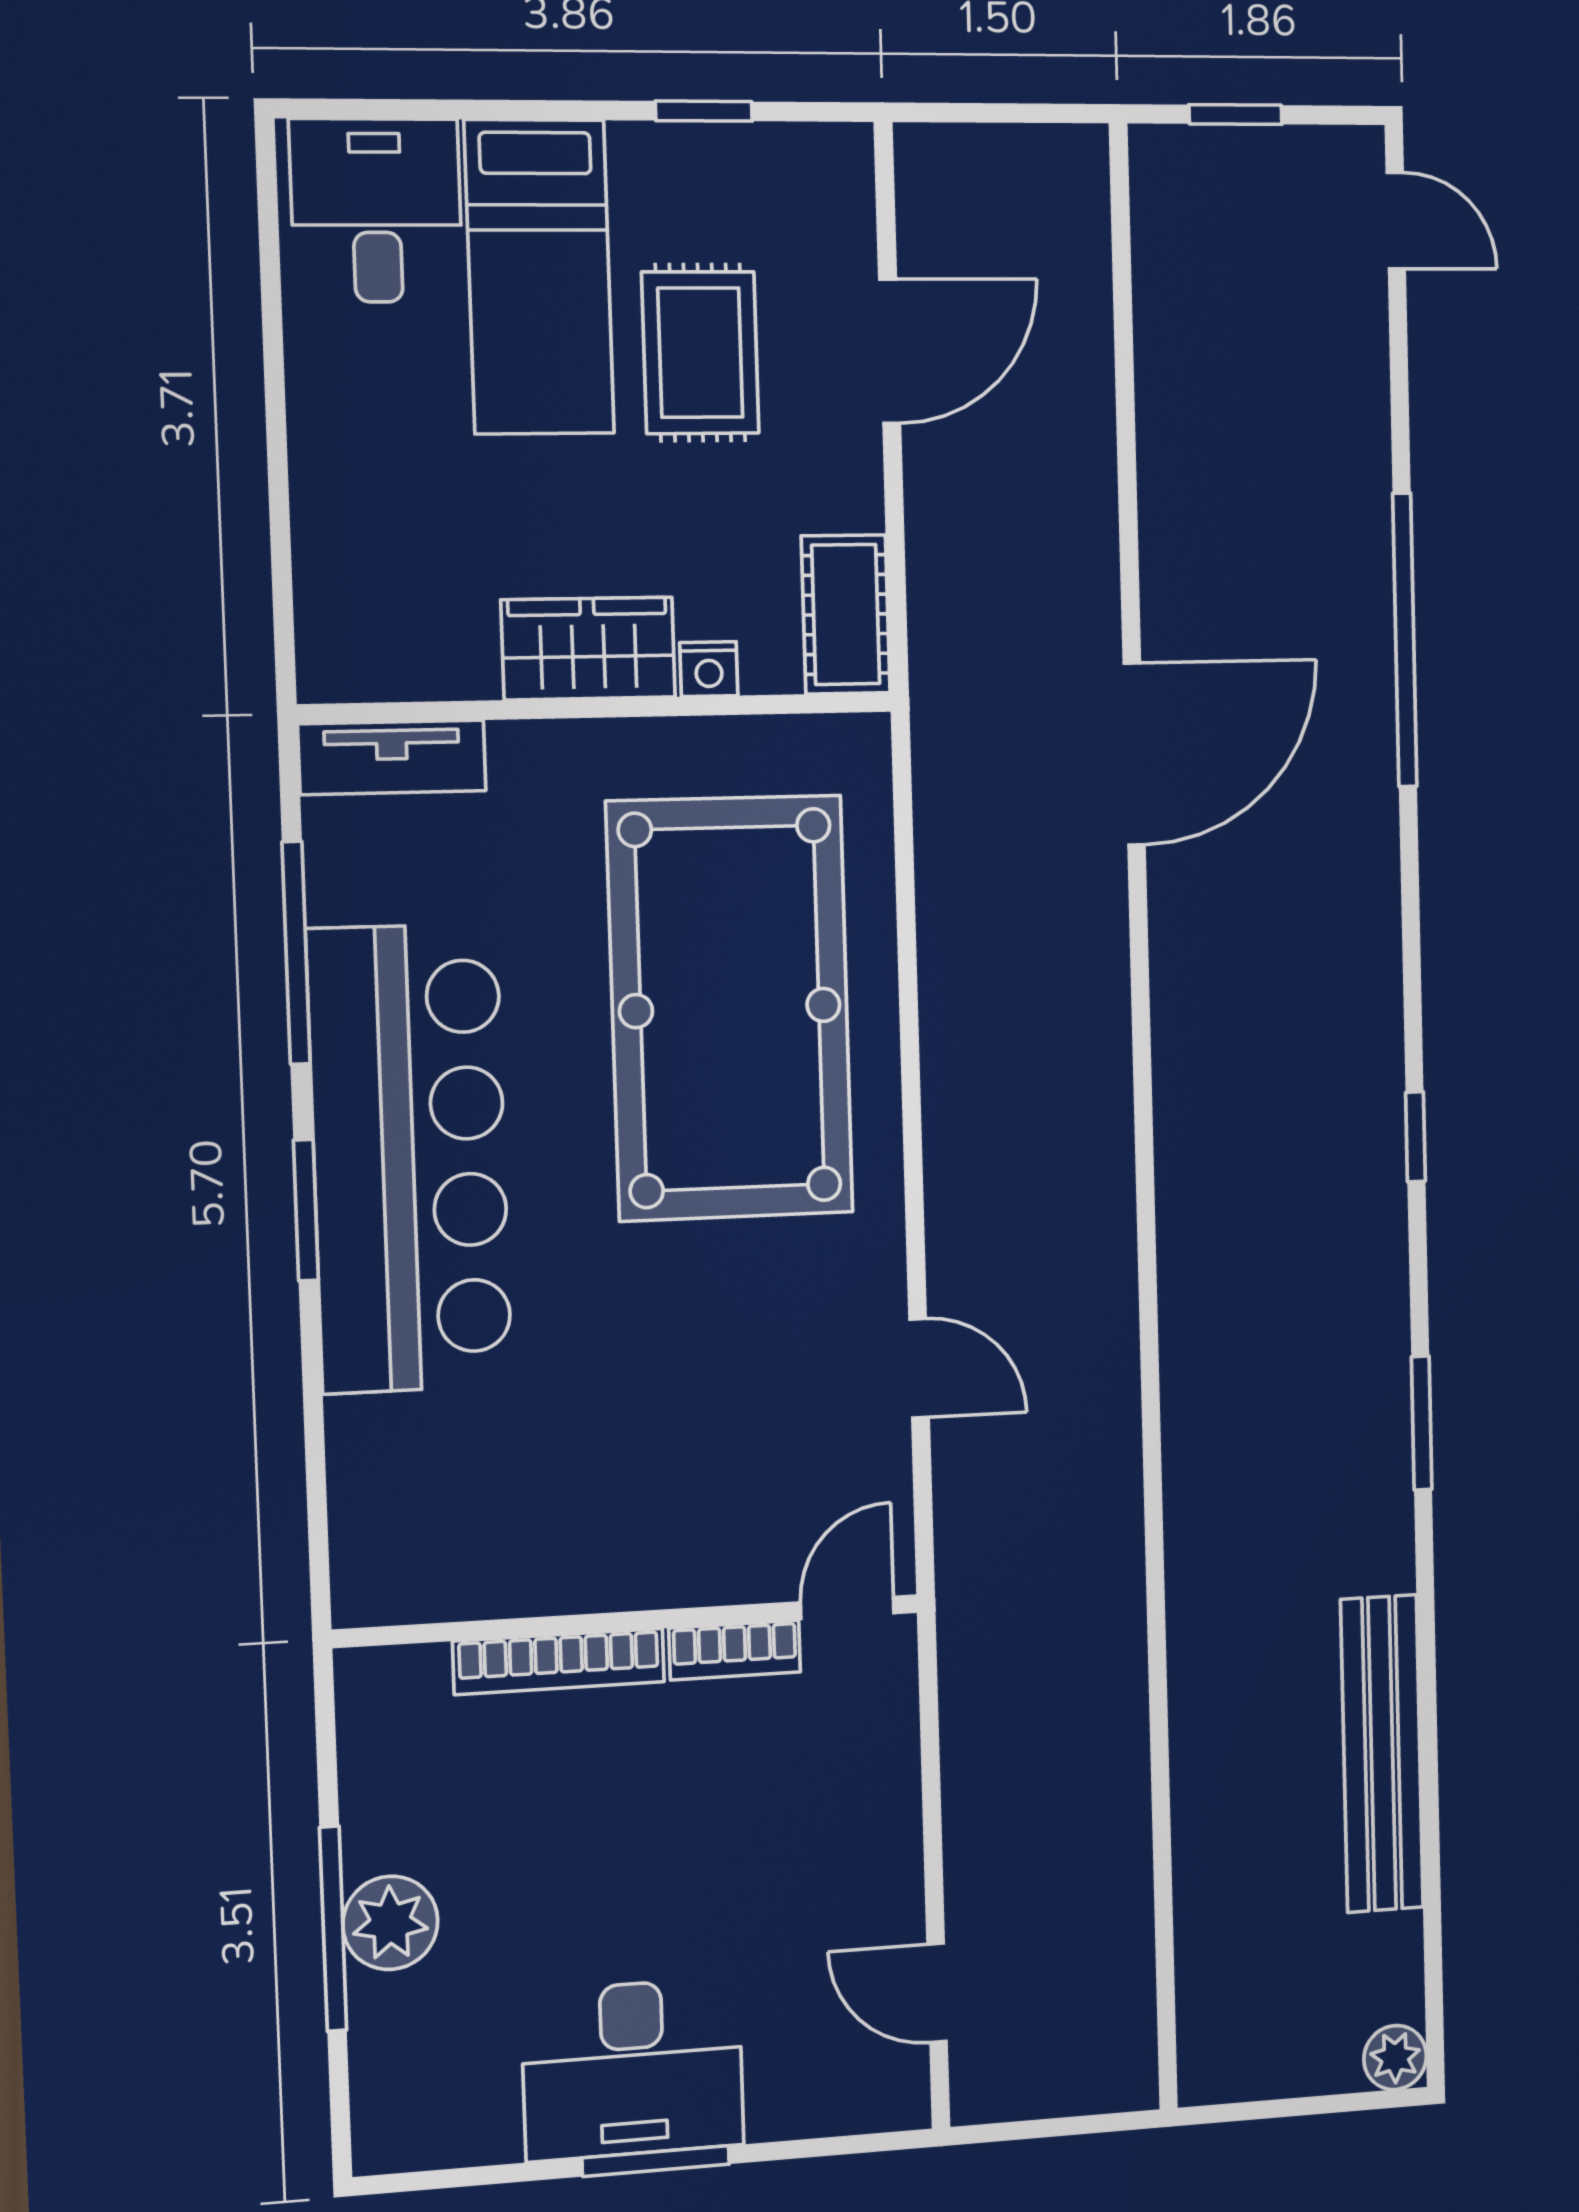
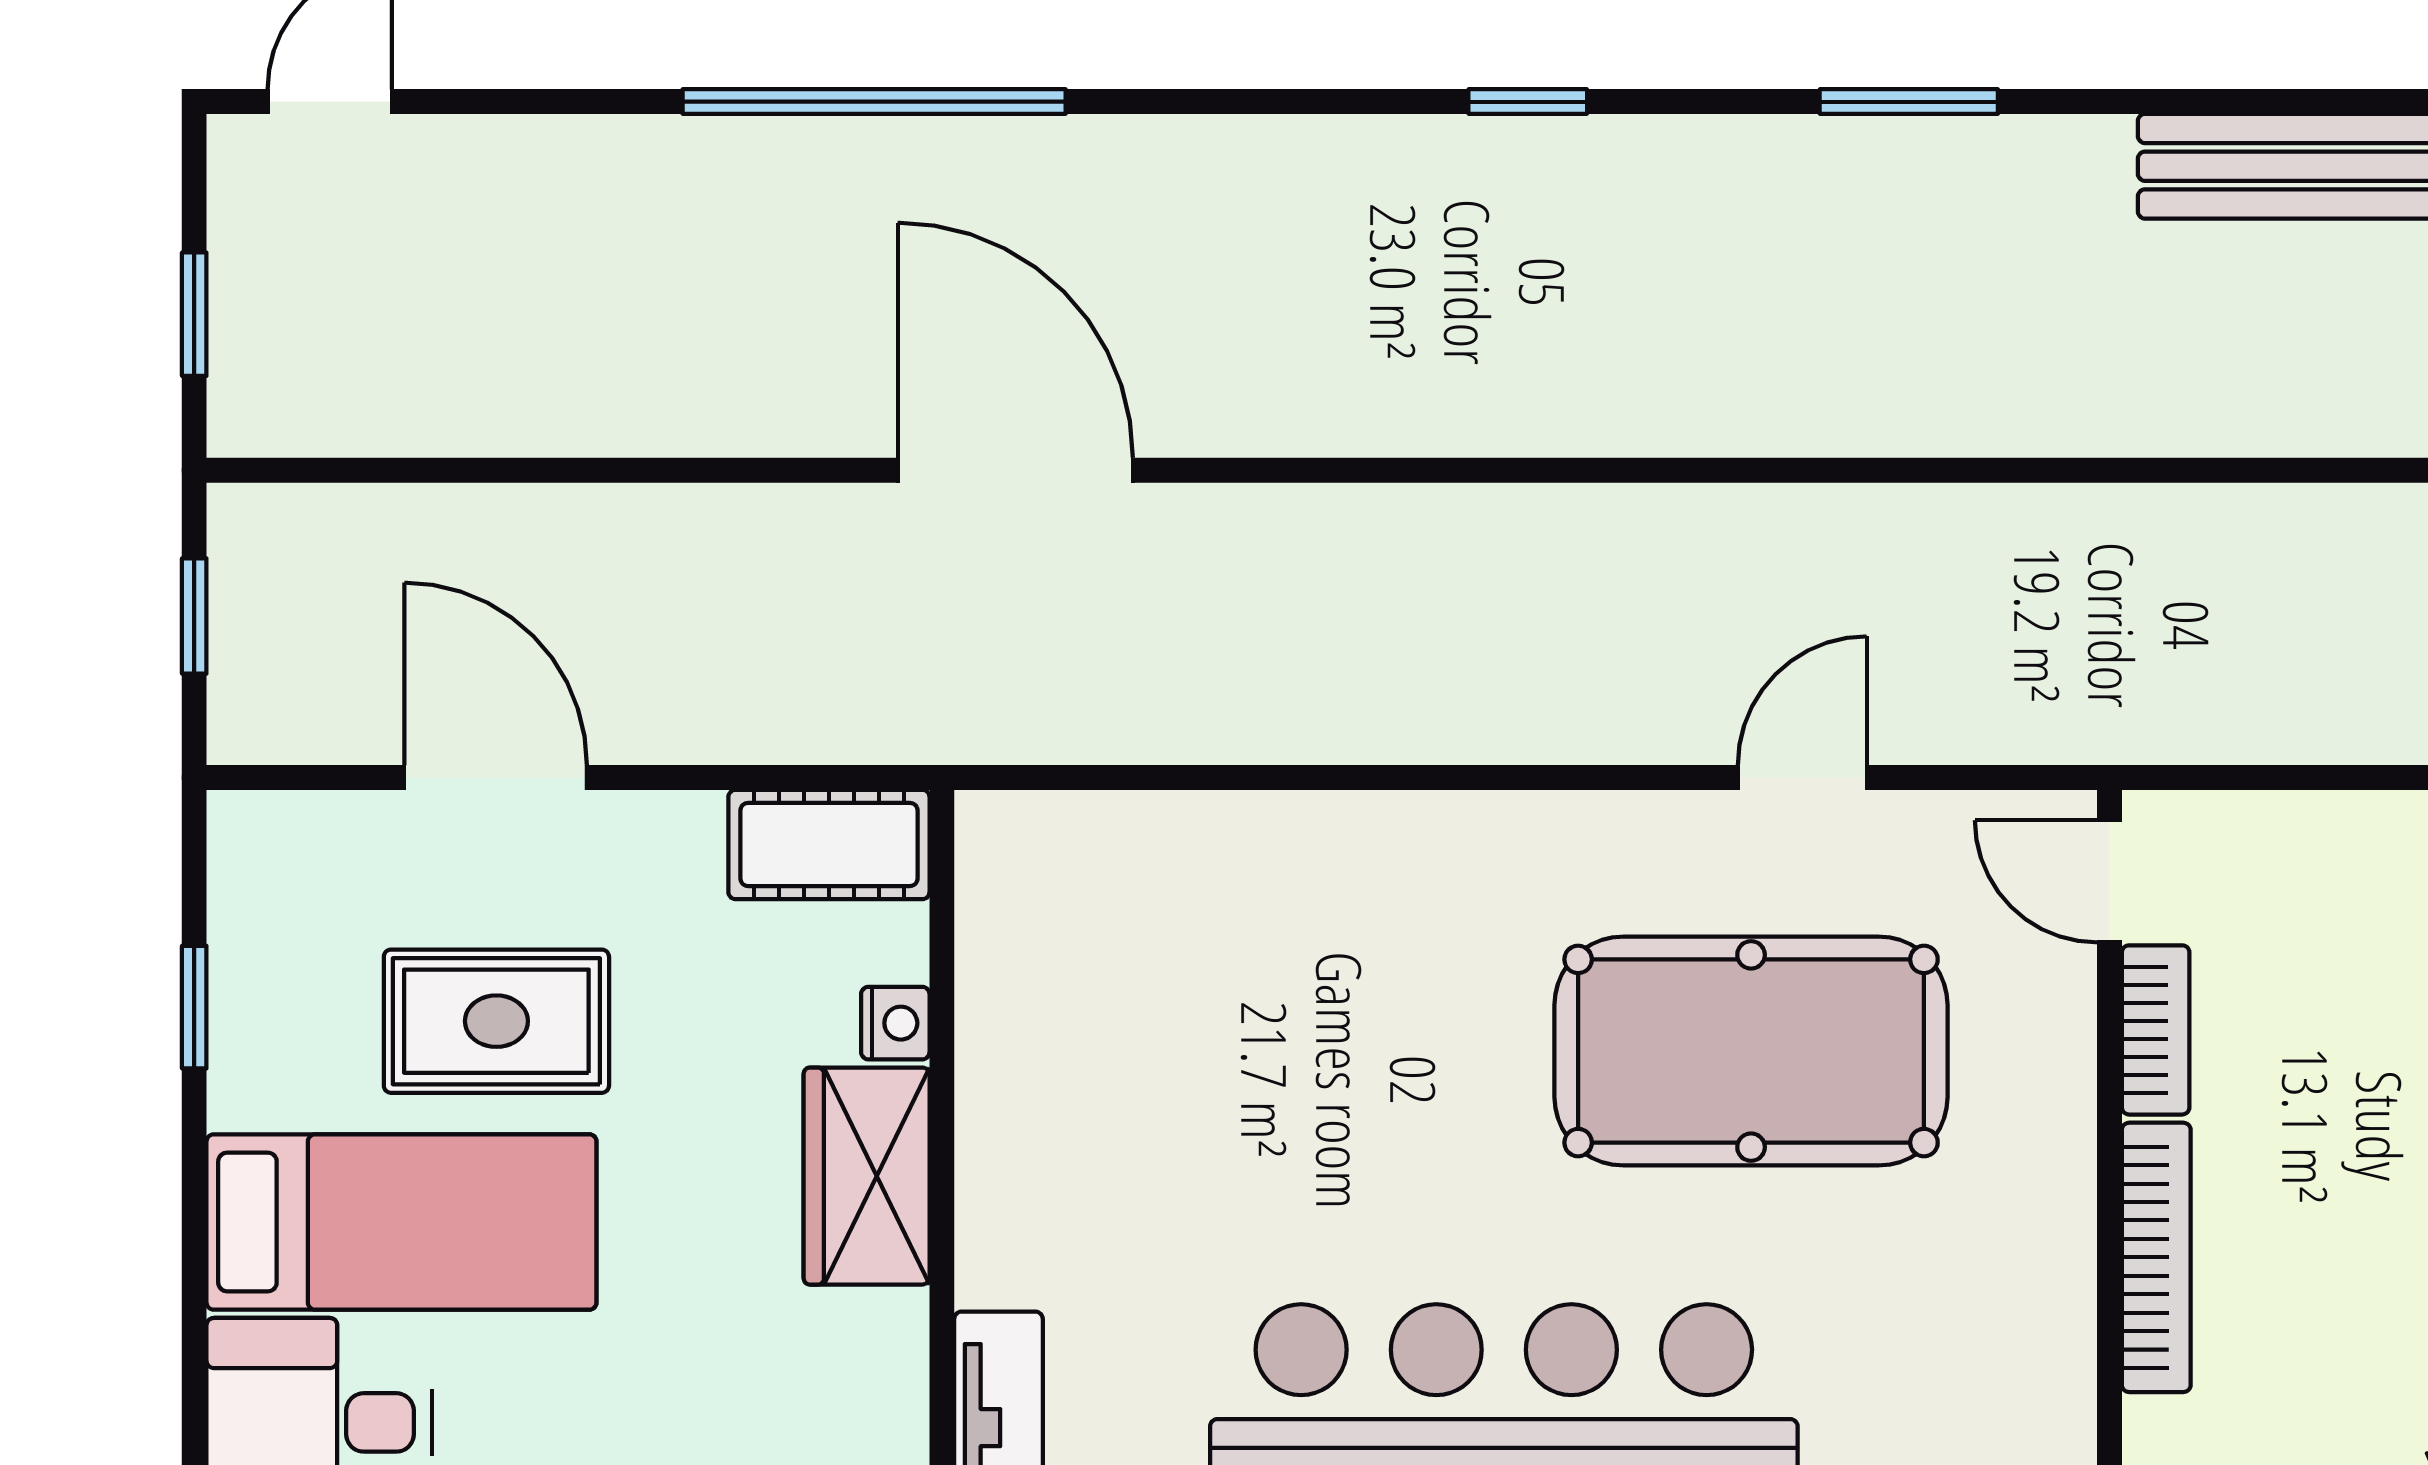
window: (1007, 113) -> (194, 616), added
pool table: (730, 1008) -> (1751, 1051), moved, width x0.73, depth x0.76

